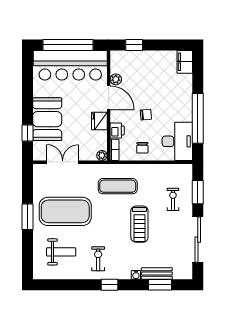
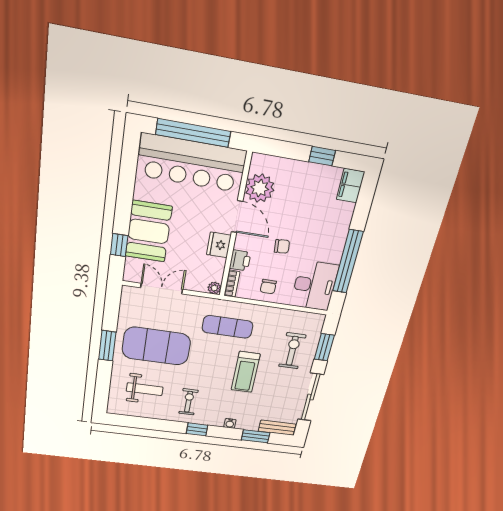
window: (134, 45) -> (322, 156), moved
plant: (116, 79) -> (260, 188), width x1.87, depth x1.87
exercise bike: (173, 199) -> (292, 351), width x1.38, depth x1.39
bench: (157, 274) -> (277, 428), moved

